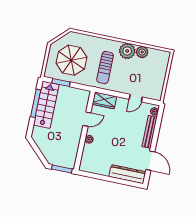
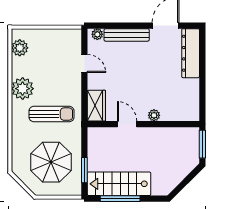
plant: (142, 52) -> (20, 48), moved

